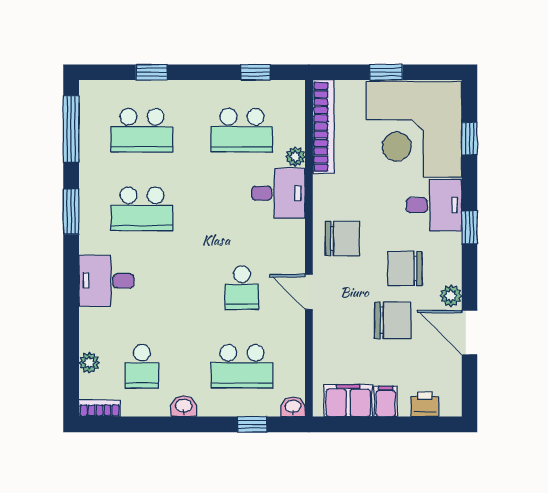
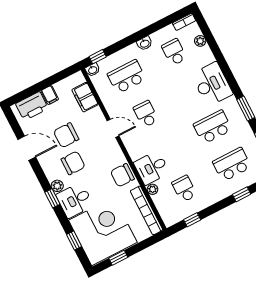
window: (386, 72) -> (118, 258), moved
school desk: (242, 130) -> (184, 189), width x0.54
chair: (342, 238) -> (122, 175), moved
desk: (106, 281) -> (212, 84), width x1.37
plant: (451, 296) -> (57, 186), moved
filing cabinet: (348, 401) -> (85, 97), moved, turned 90
printer: (425, 404) -> (32, 106), width x1.87, depth x1.48
window: (252, 424) -> (98, 57), moved

